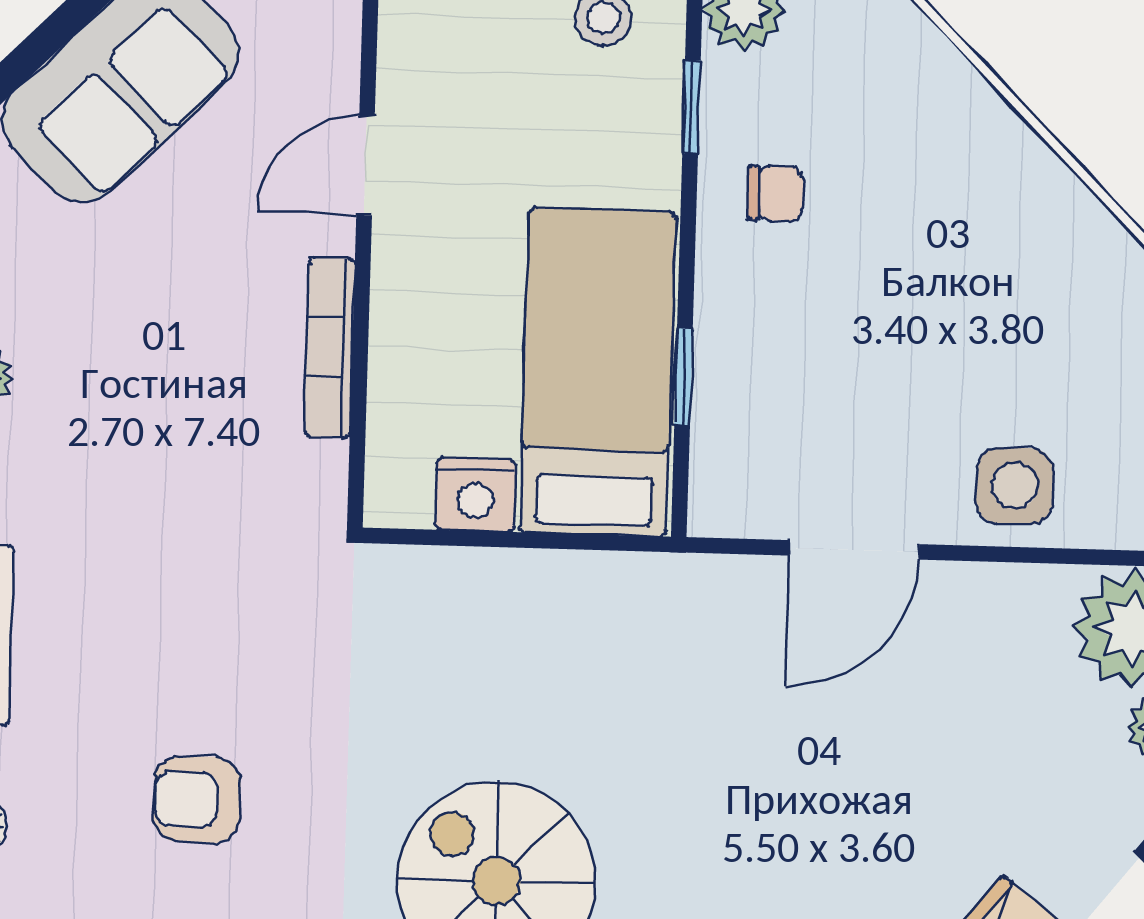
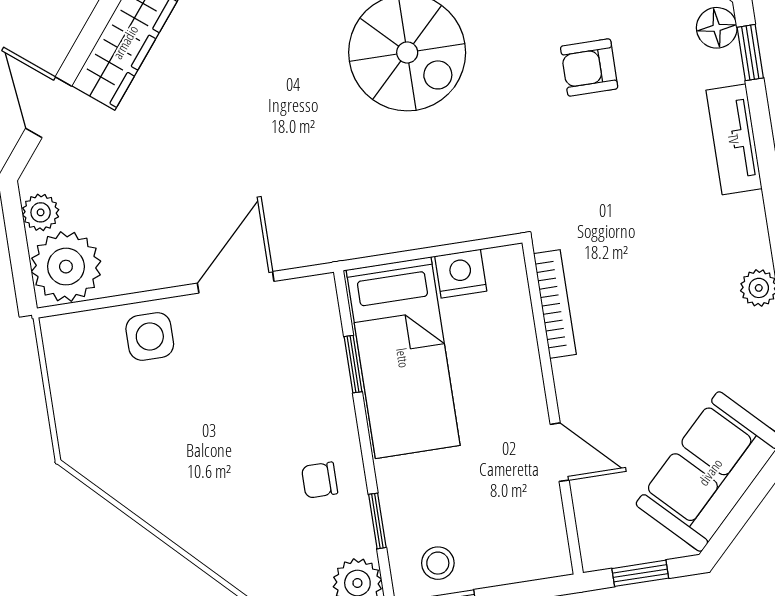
door: (366, 166) -> (560, 452), hinge flipped
bookcase: (329, 348) -> (555, 304), moved
armchair: (197, 799) -> (589, 68), turned 180

